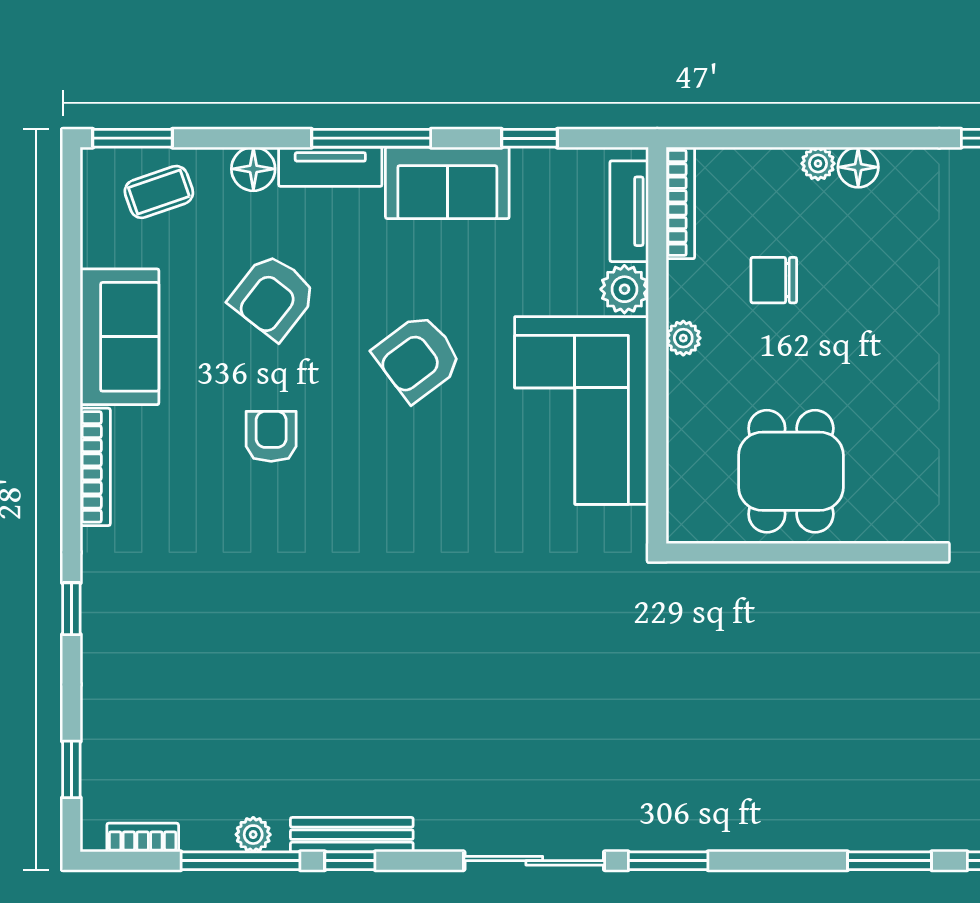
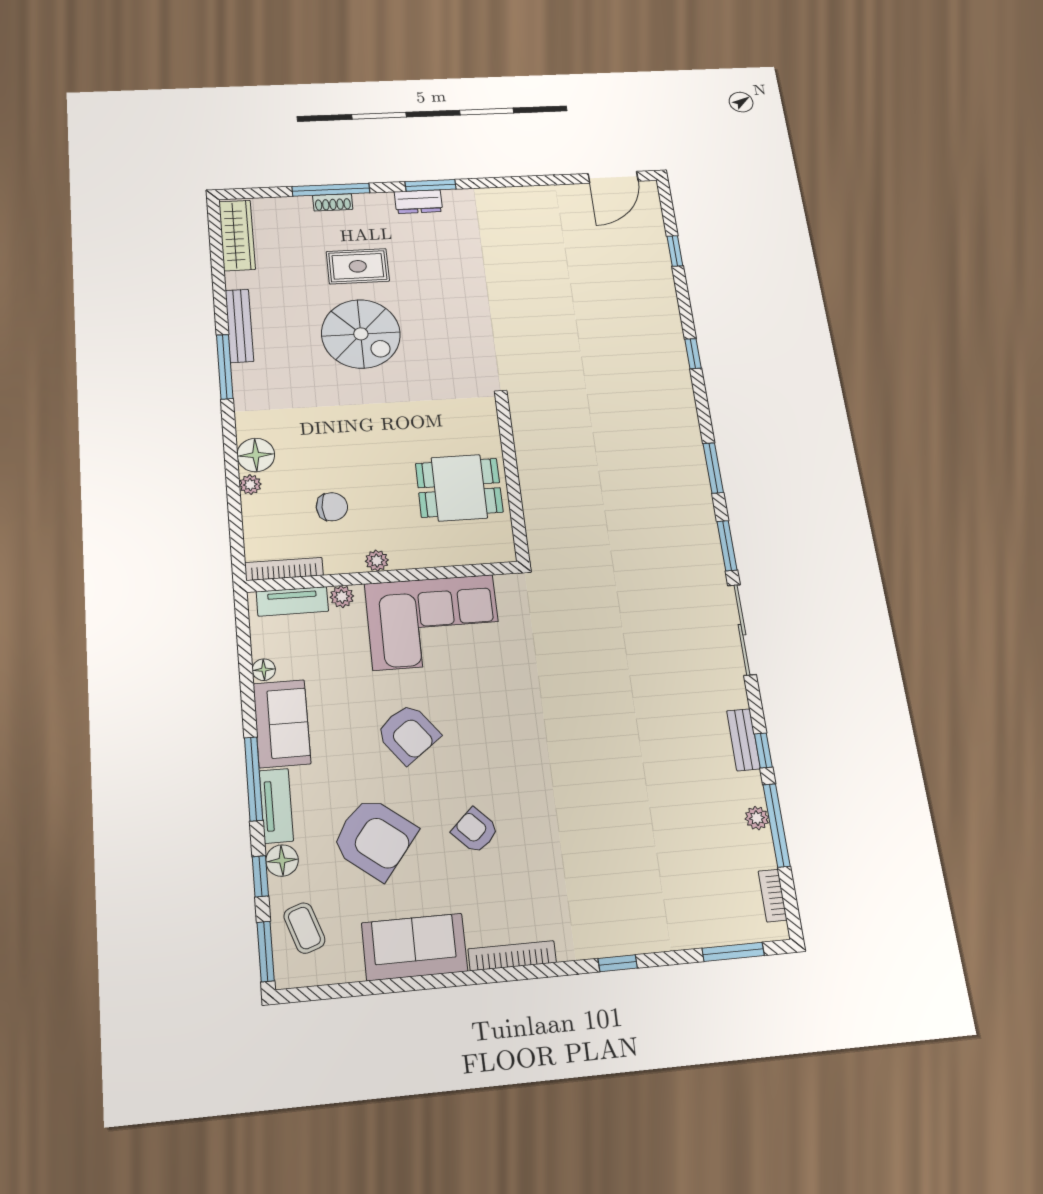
window: (529, 138) -> (260, 876), moved
floor lamp: (529, 163) -> (264, 670), added
floor lamp: (858, 167) -> (256, 455), width x1.38, depth x1.38
chair: (774, 280) -> (332, 507), turned -90
plant: (624, 289) -> (342, 597), width x0.73, depth x0.73
armchair: (273, 296) -> (374, 838), width x1.36, depth x1.36
armchair: (271, 436) -> (475, 830), turned 46
window: (71, 769) -> (733, 952), width x1.50
bench: (352, 835) -> (743, 740), width x0.73
window: (890, 861) -> (713, 468), moved

